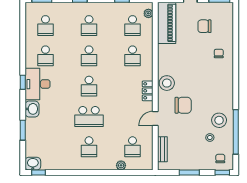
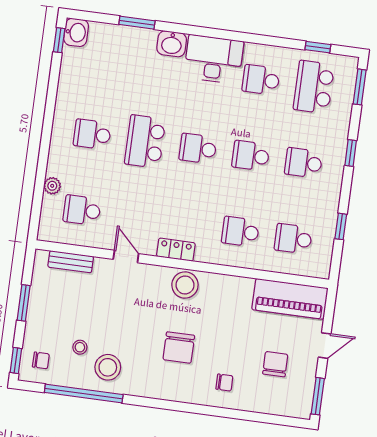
plant: (148, 13) -> (311, 269), removed
school desk: (45, 26) -> (314, 87), width x1.85
window: (23, 82) -> (318, 47), moved
chair: (183, 105) -> (179, 348), moved

